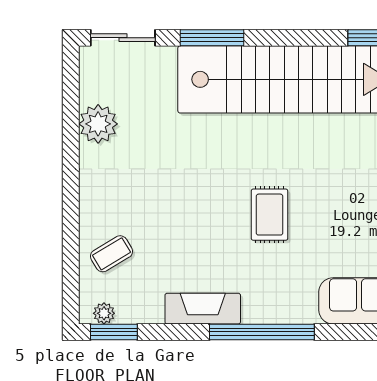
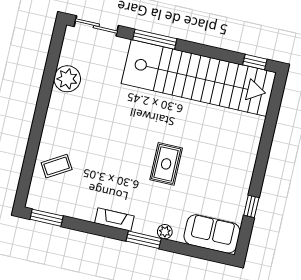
fireplace: (203, 309) -> (114, 220), width x0.73, depth x0.76
plant: (104, 313) -> (165, 232), moved
window: (262, 332) -> (144, 240), width x0.47

